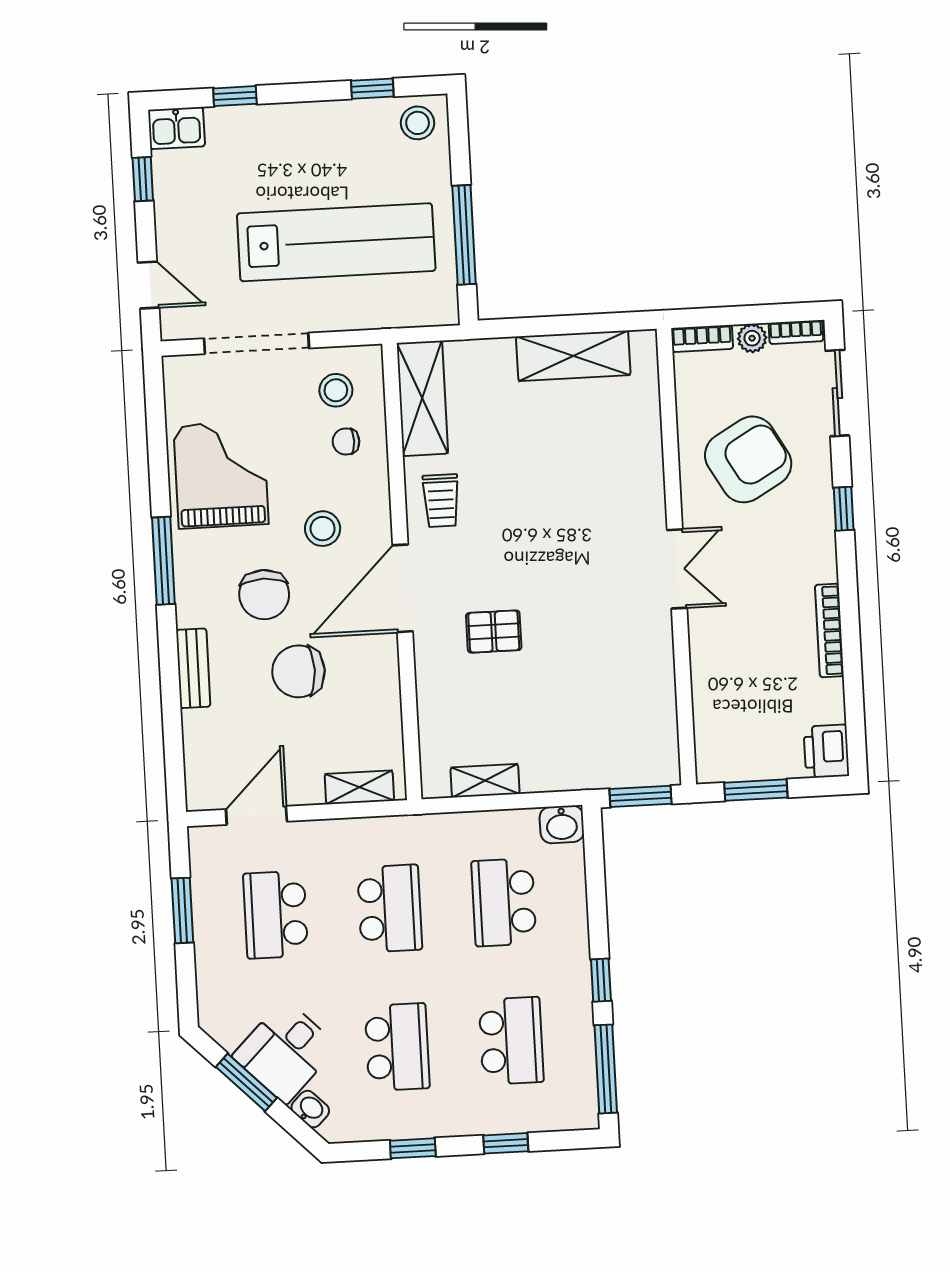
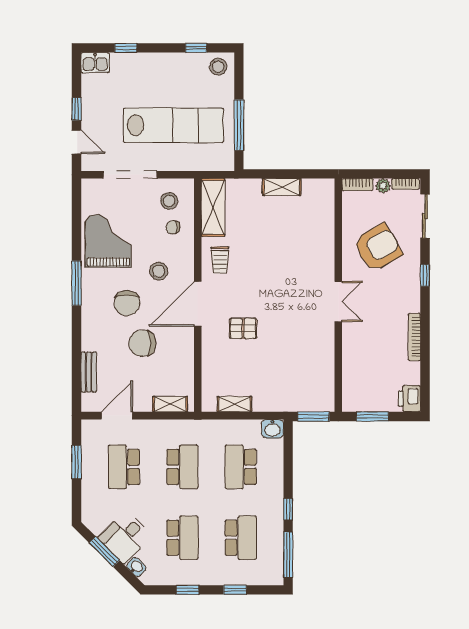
window: (143, 179) -> (76, 109), moved
shelving: (573, 356) -> (282, 187), width x0.67, depth x0.75
bench: (193, 668) -> (89, 372), moved

